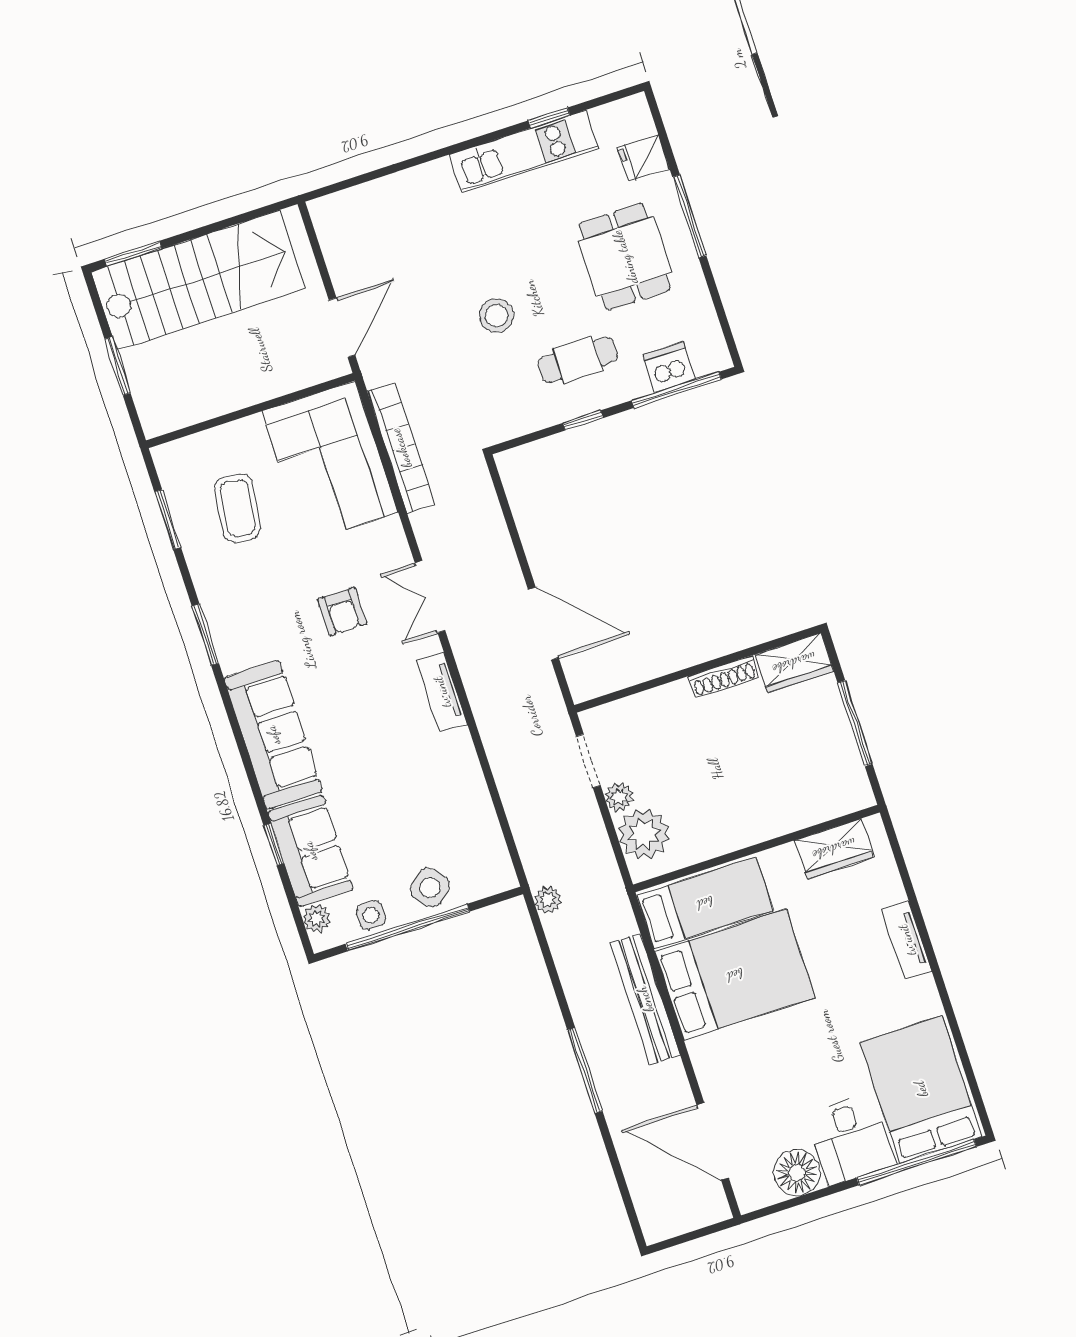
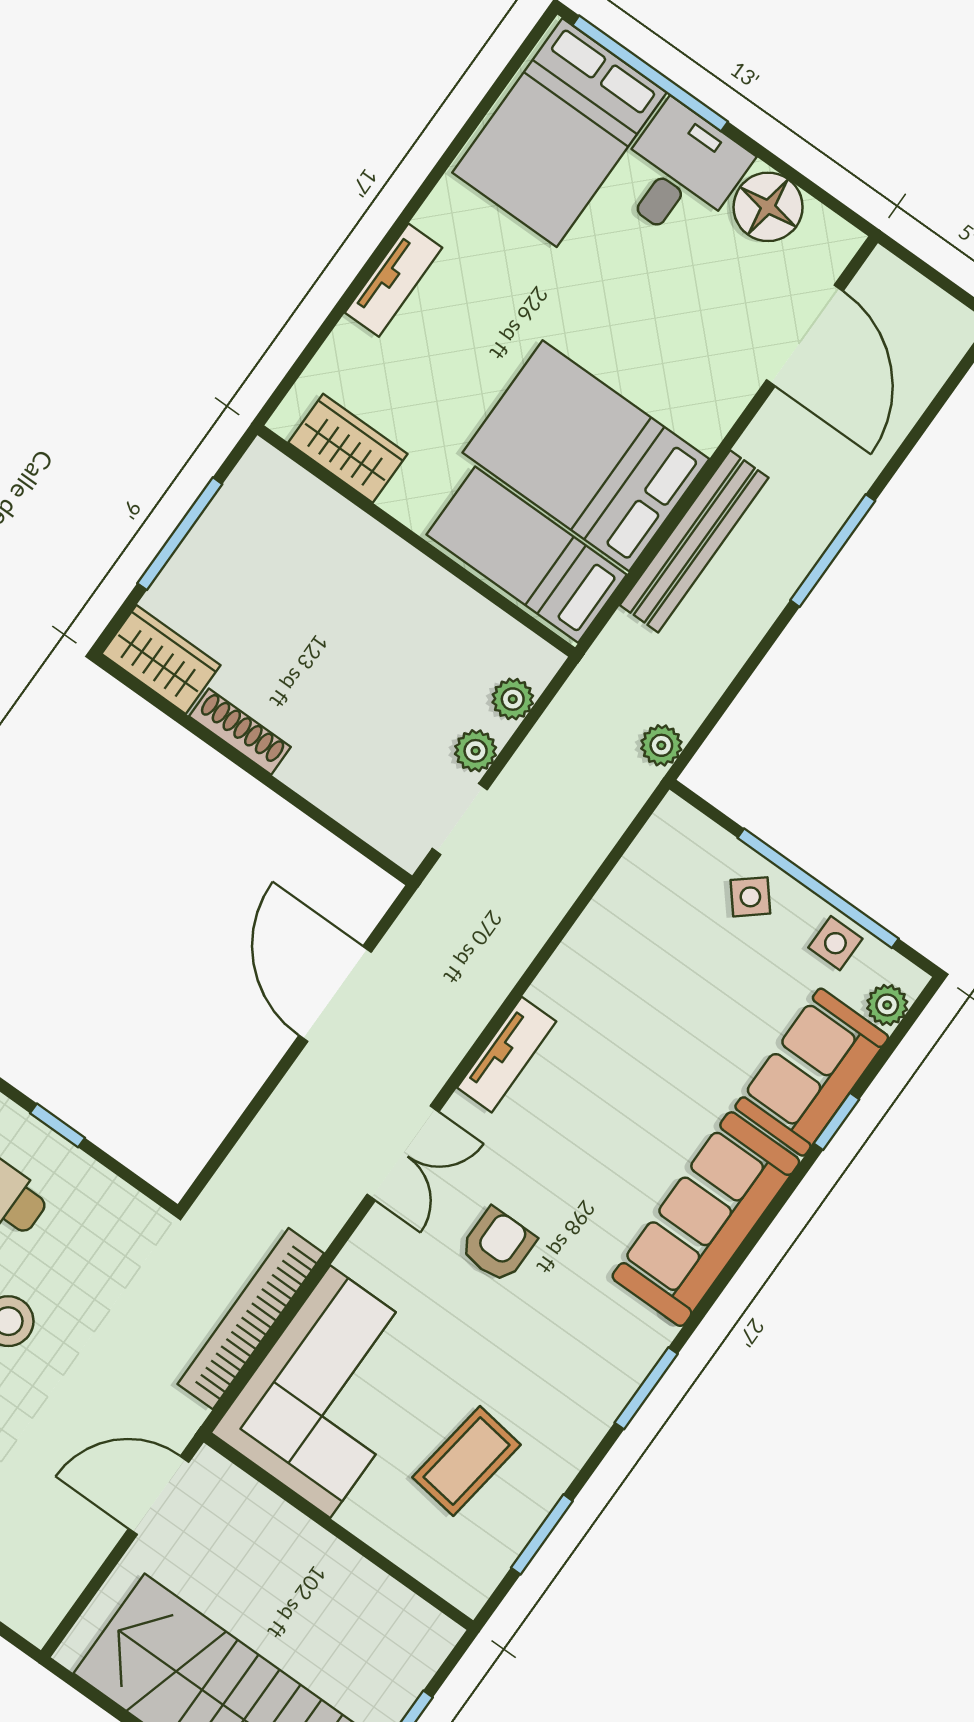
plant: (644, 834) -> (513, 699), width x0.53, depth x0.53
side table: (430, 887) -> (750, 897), width x0.73, depth x0.73

